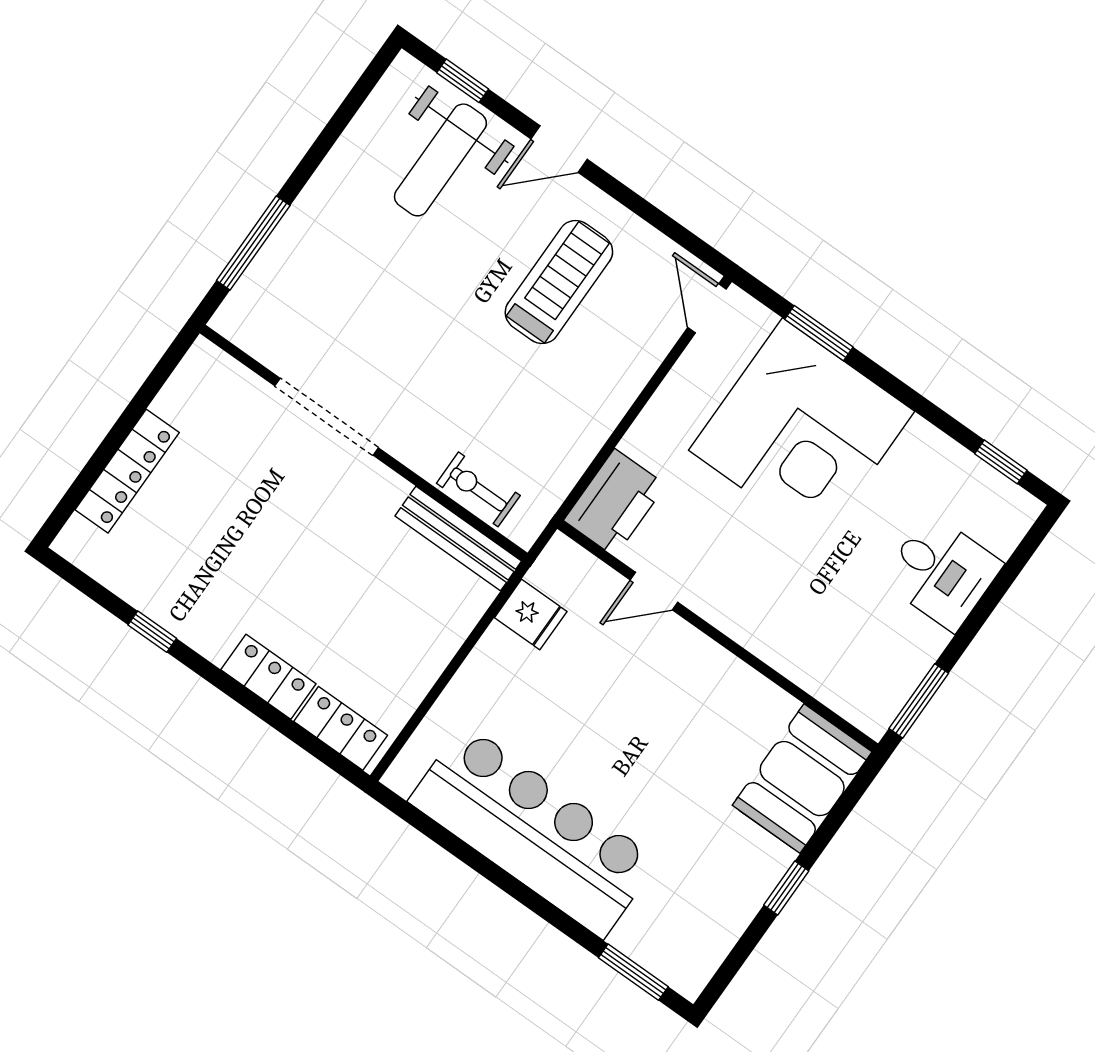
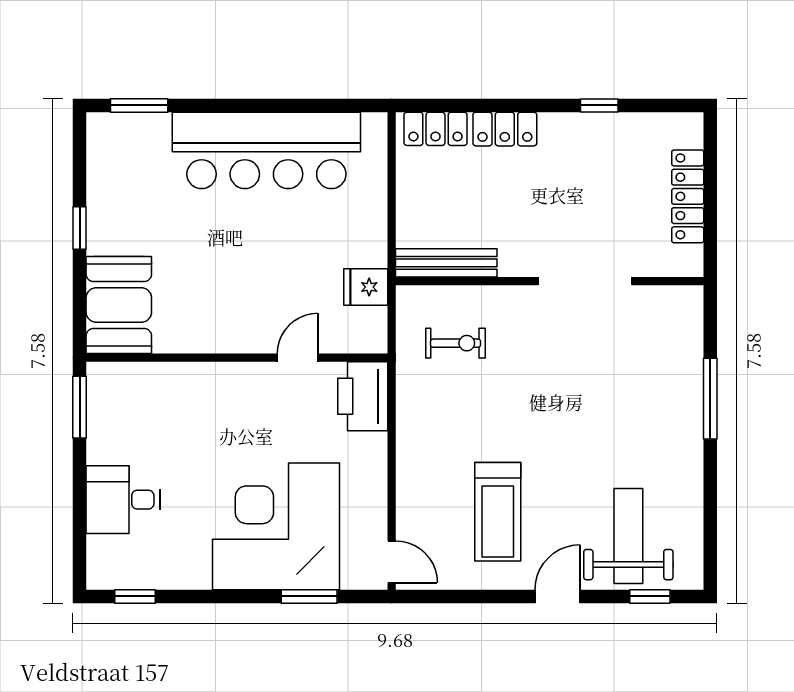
doorway: (327, 417) -> (585, 281), moved
wall: (364, 443) -> (550, 281), moved
bench: (458, 538) -> (446, 263), moved

